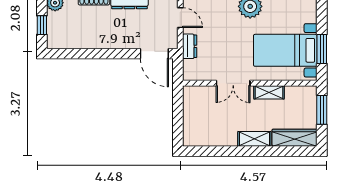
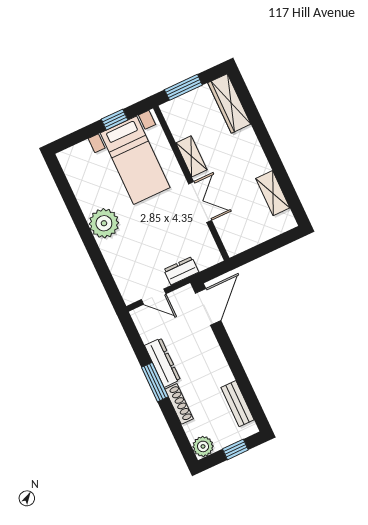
door: (180, 18) -> (154, 297), swing flipped
bench: (74, 42) -> (237, 404), added
window: (322, 49) -> (114, 120), width x0.67
shelving: (254, 139) -> (273, 193), moved

